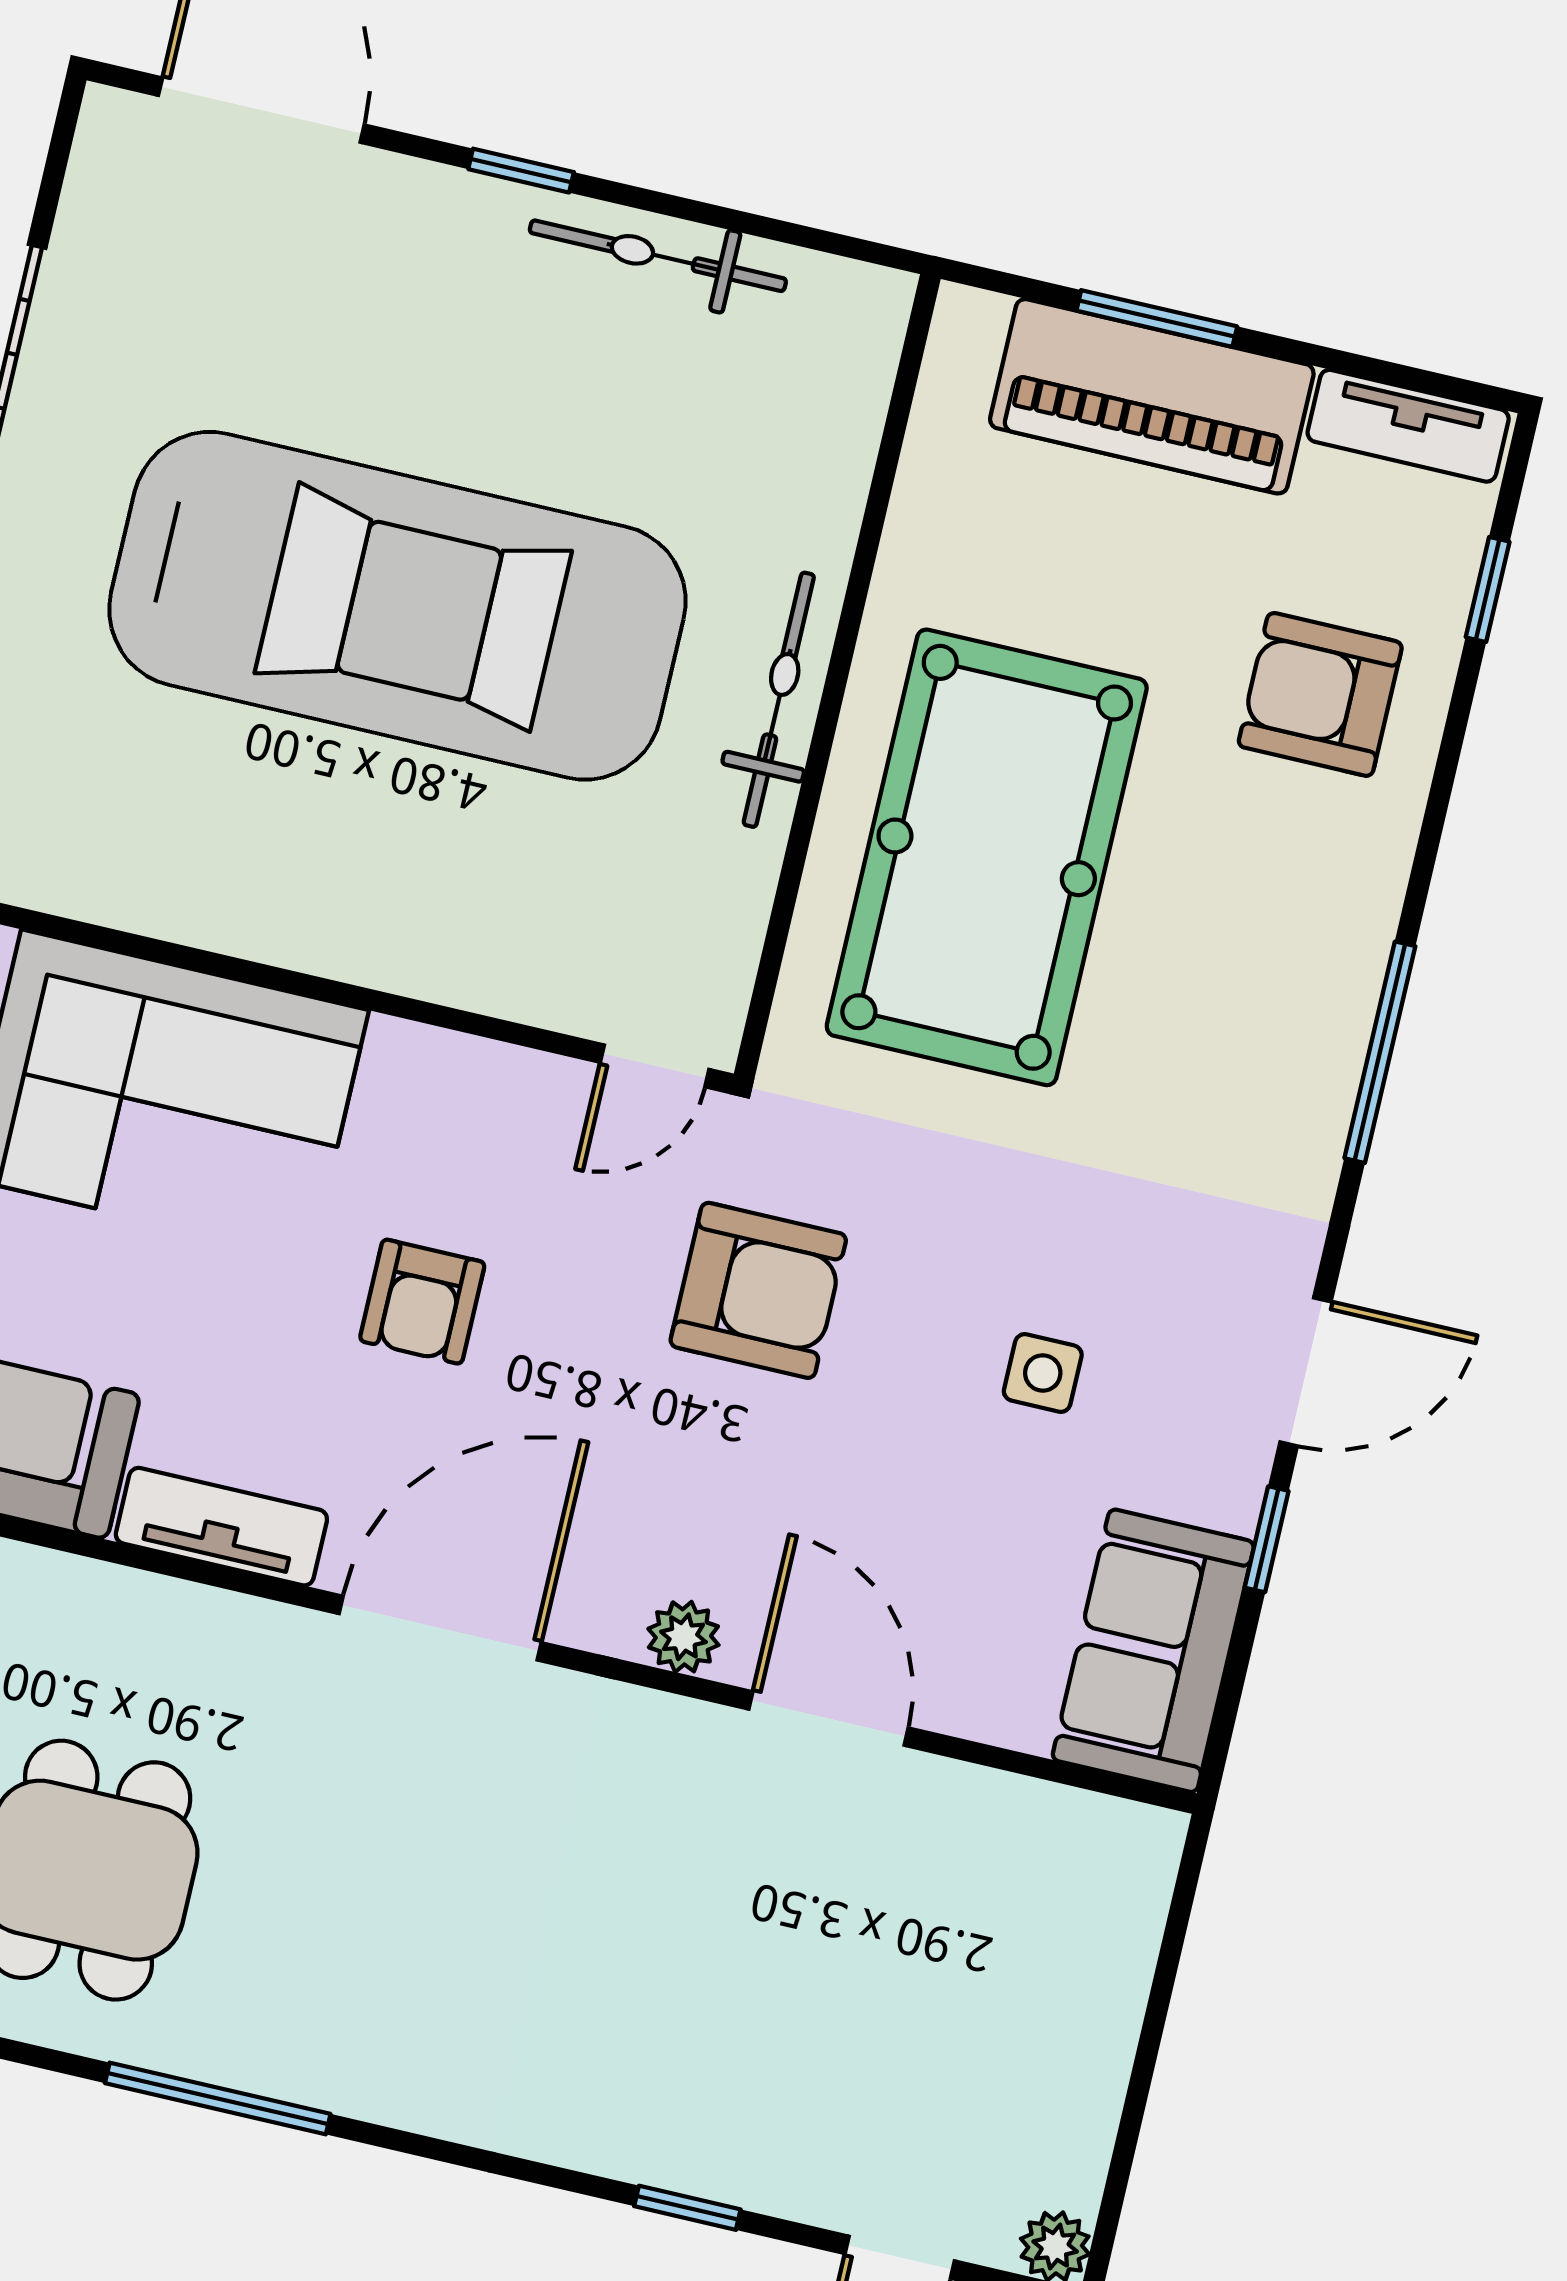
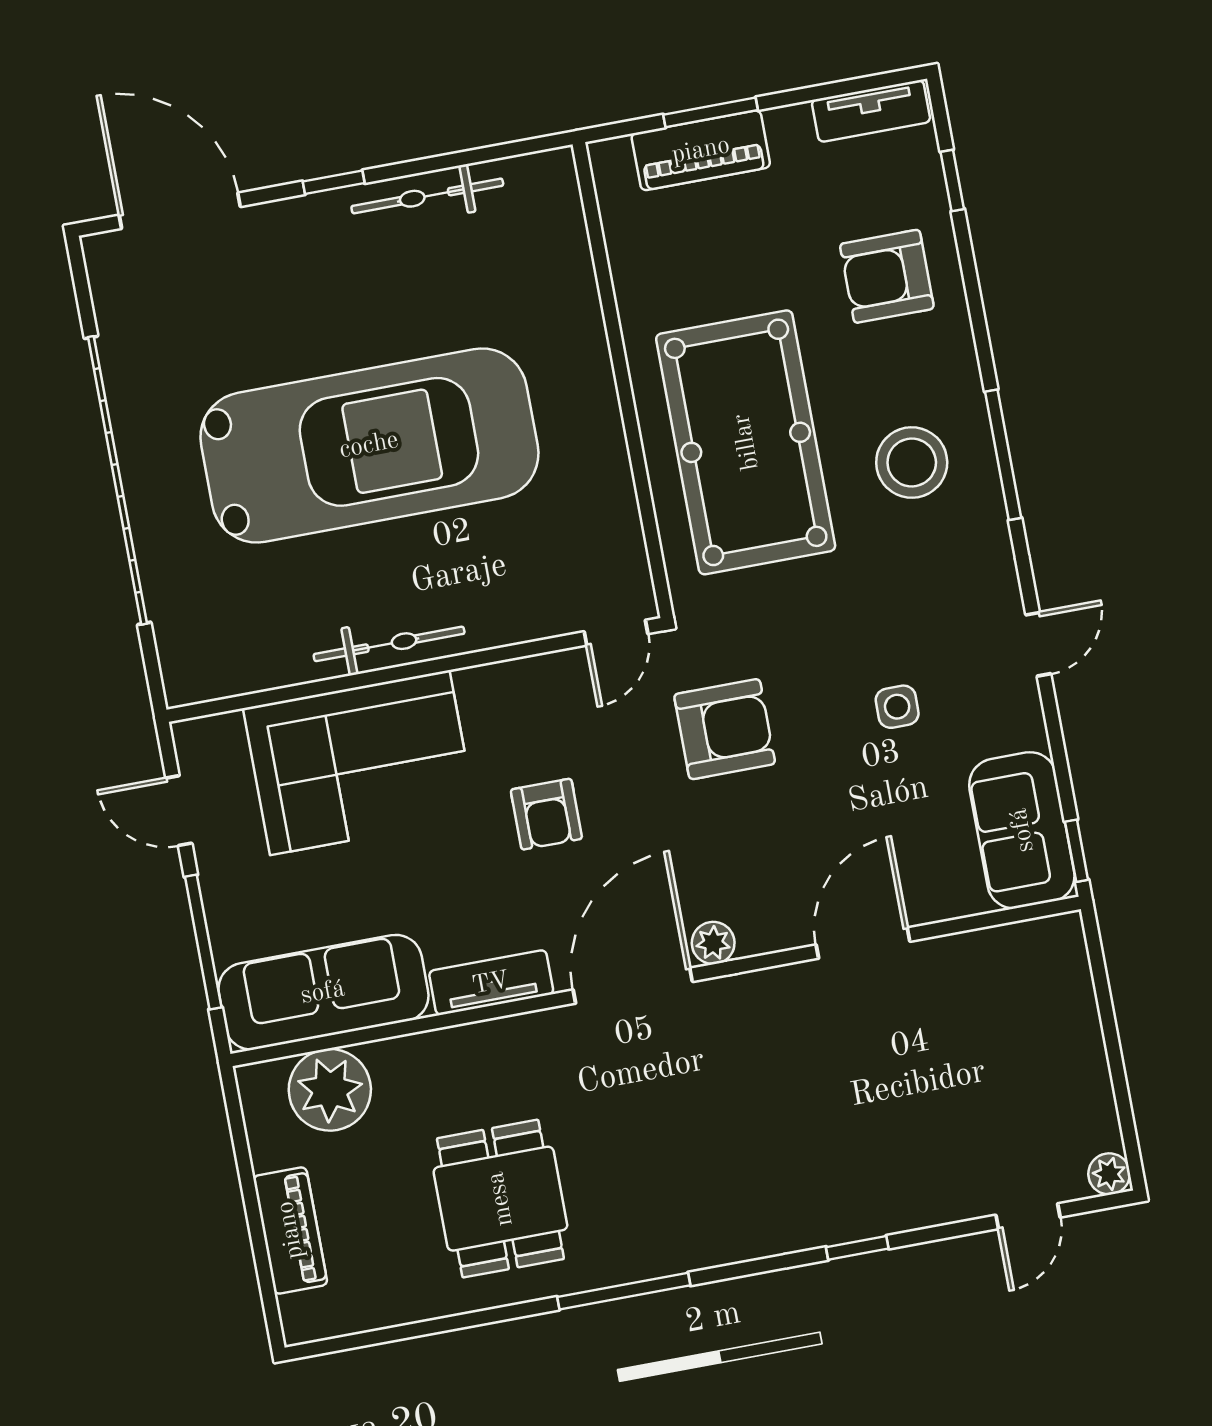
piano: (1152, 396) -> (701, 150), width x0.73, depth x0.75
bicycle: (779, 700) -> (389, 644), moved, turned 90
stool: (1232, 1002) -> (912, 463), added
door: (1306, 1372) -> (1038, 644), width x0.73
window: (1267, 1539) -> (1077, 851), moved
plant: (683, 1637) -> (713, 943), moved
door: (828, 1719) -> (863, 943), hinge flipped
window: (687, 2208) -> (857, 1248), moved

